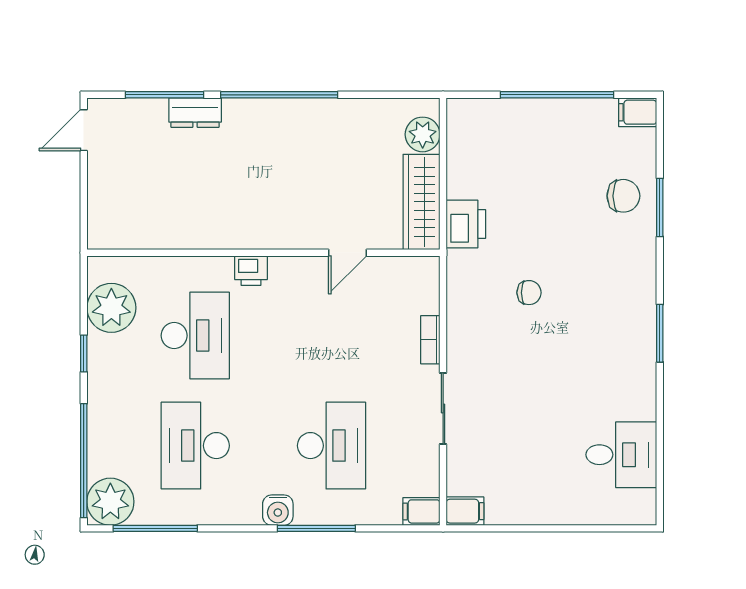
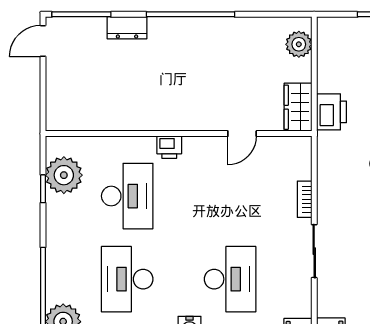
window: (165, 95) -> (81, 14), moved
wardrobe: (421, 202) -> (298, 107), width x0.67
window: (84, 353) -> (43, 189), moved

